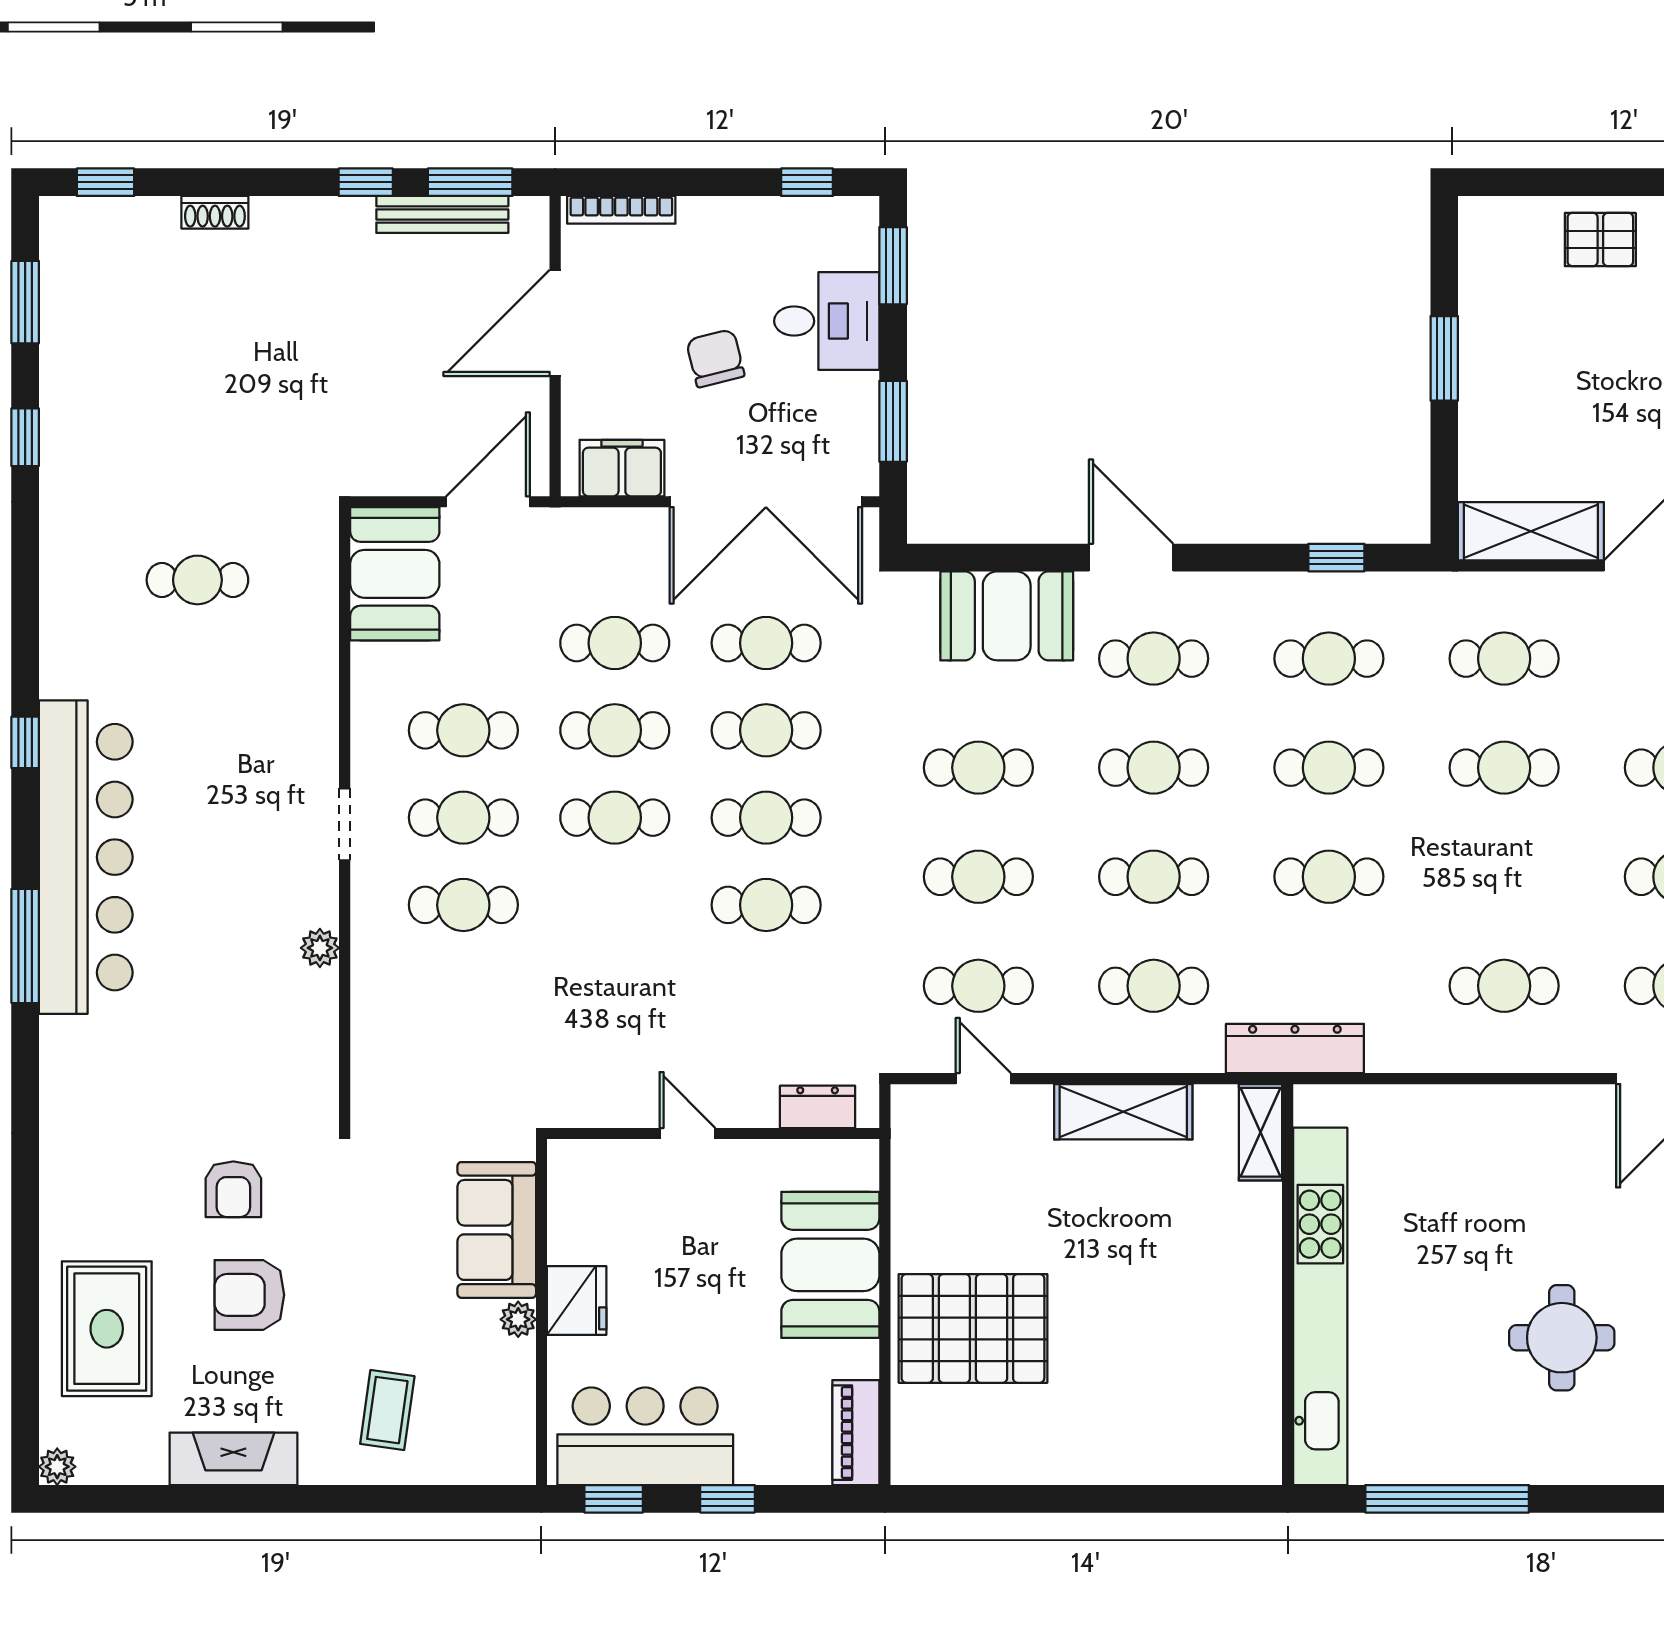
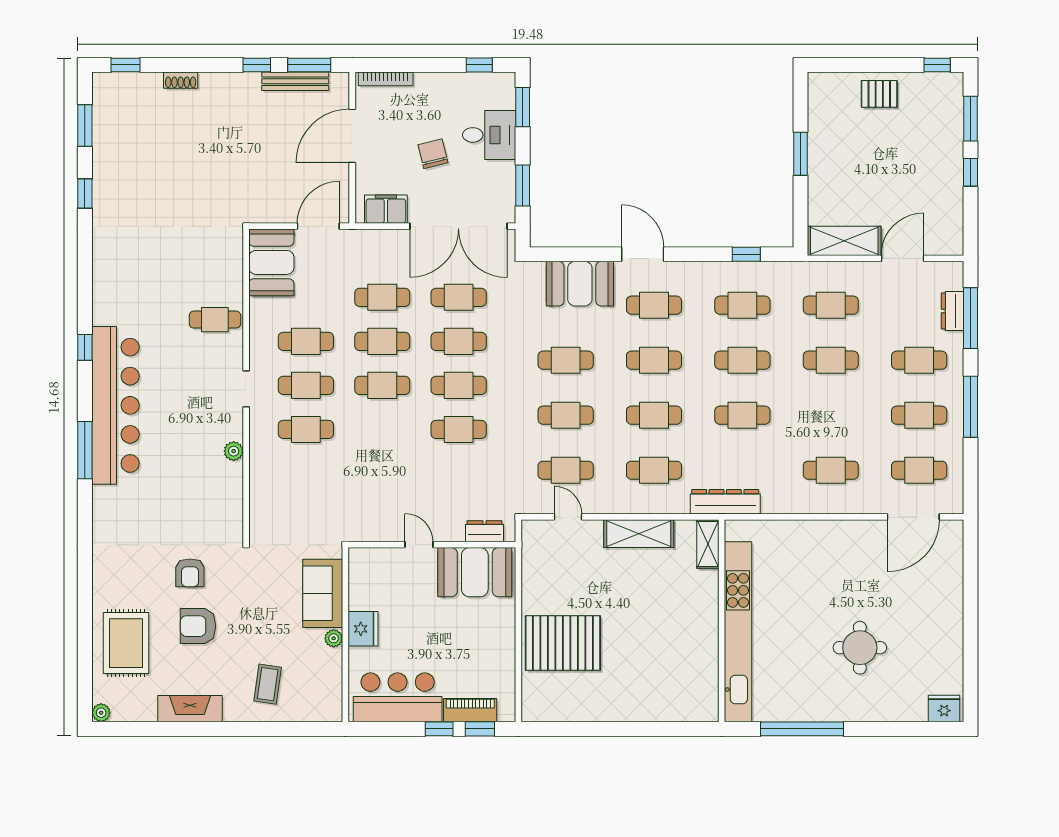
cafe table: (197, 580) -> (215, 320), moved
booth: (830, 1265) -> (475, 572), moved, turned 90
piano: (856, 1433) -> (470, 710), moved, turned 90
window: (614, 1499) -> (480, 729), moved

